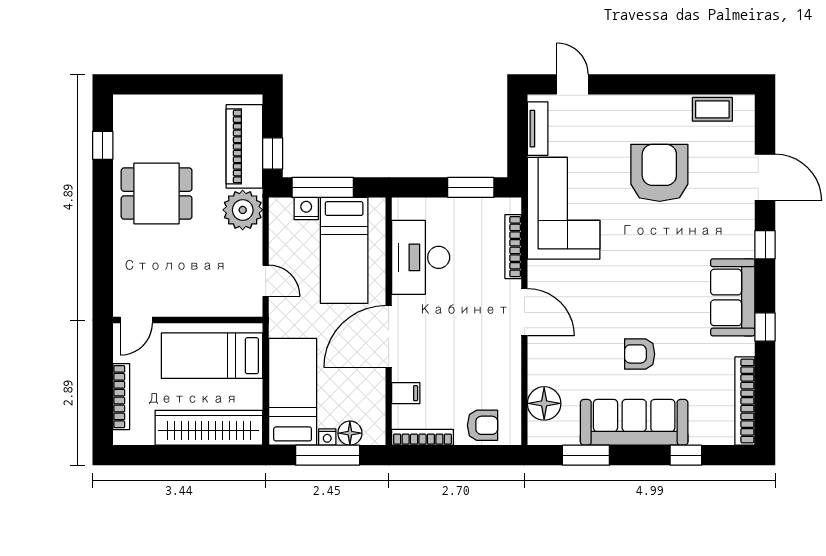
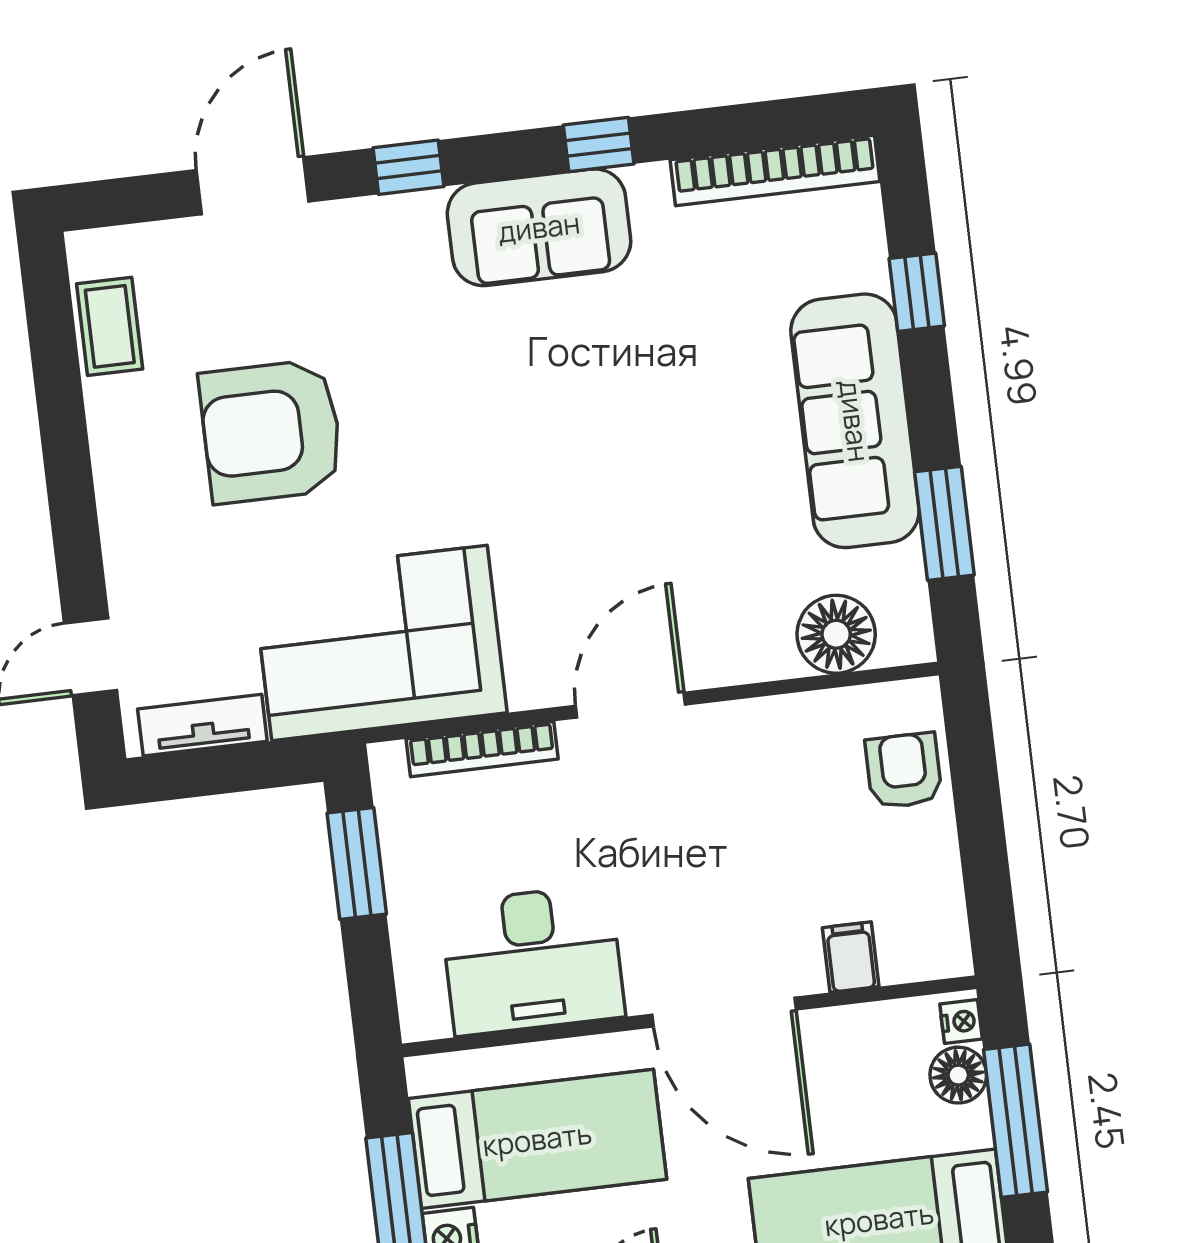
armchair: (640, 354) -> (695, 427), removed
nightstand: (327, 437) -> (961, 1022), moved
bookcase: (422, 437) -> (948, 906), removed

